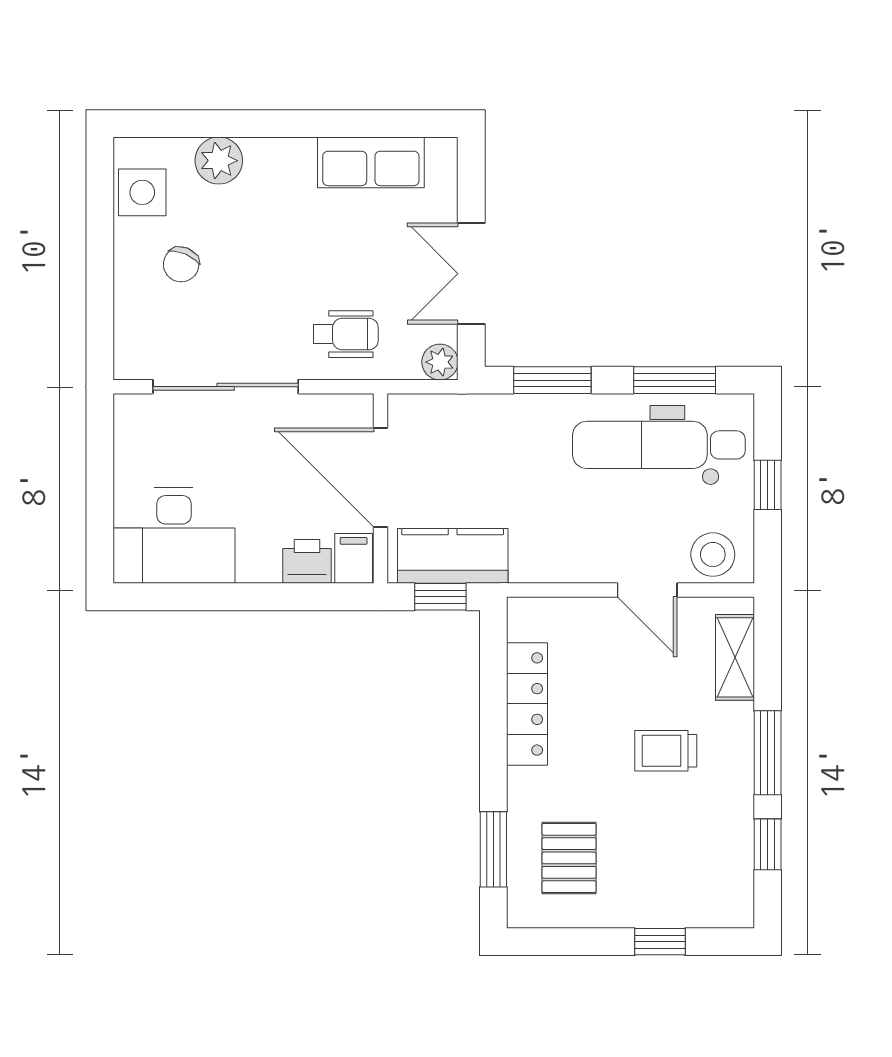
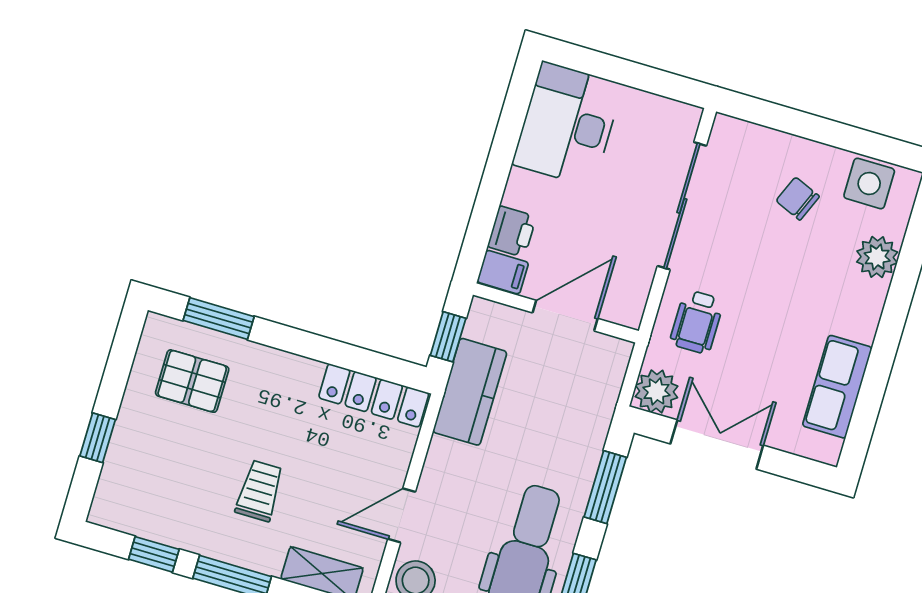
plant: (440, 362) -> (656, 391), width x1.38, depth x1.38
door: (381, 478) -> (565, 316), width x0.73
kitchen counter: (453, 556) -> (470, 392), moved
locker: (527, 704) -> (374, 395), moved

